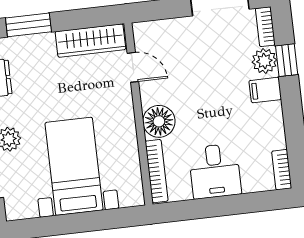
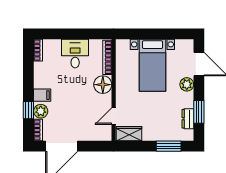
wardrobe: (90, 41) -> (129, 134), width x0.67
door: (133, 67) -> (114, 116), hinge flipped

